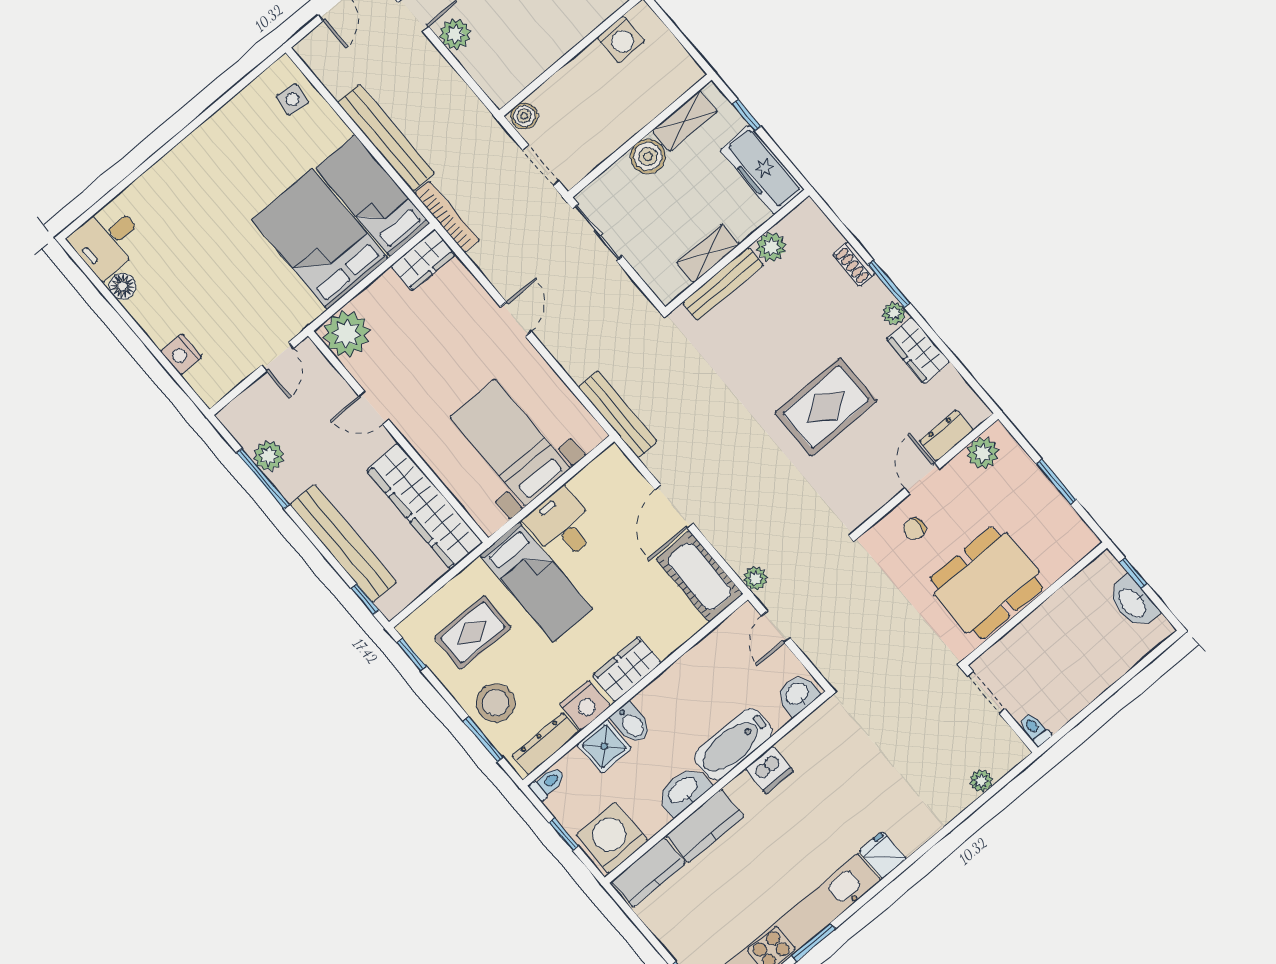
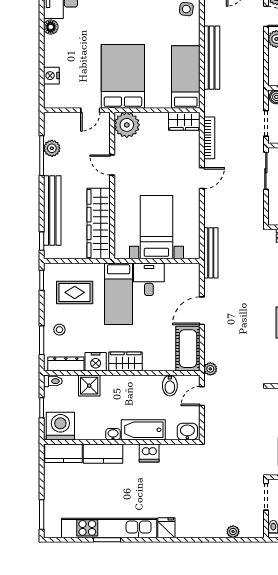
bookcase: (447, 217) -> (209, 138), moved
bed: (320, 239) -> (123, 76), moved
stool: (496, 703) -> (59, 330), width x0.53, depth x0.53
bidet: (631, 723) -> (170, 386), moved
washbasin: (683, 791) -> (113, 434), width x0.52, depth x0.69

